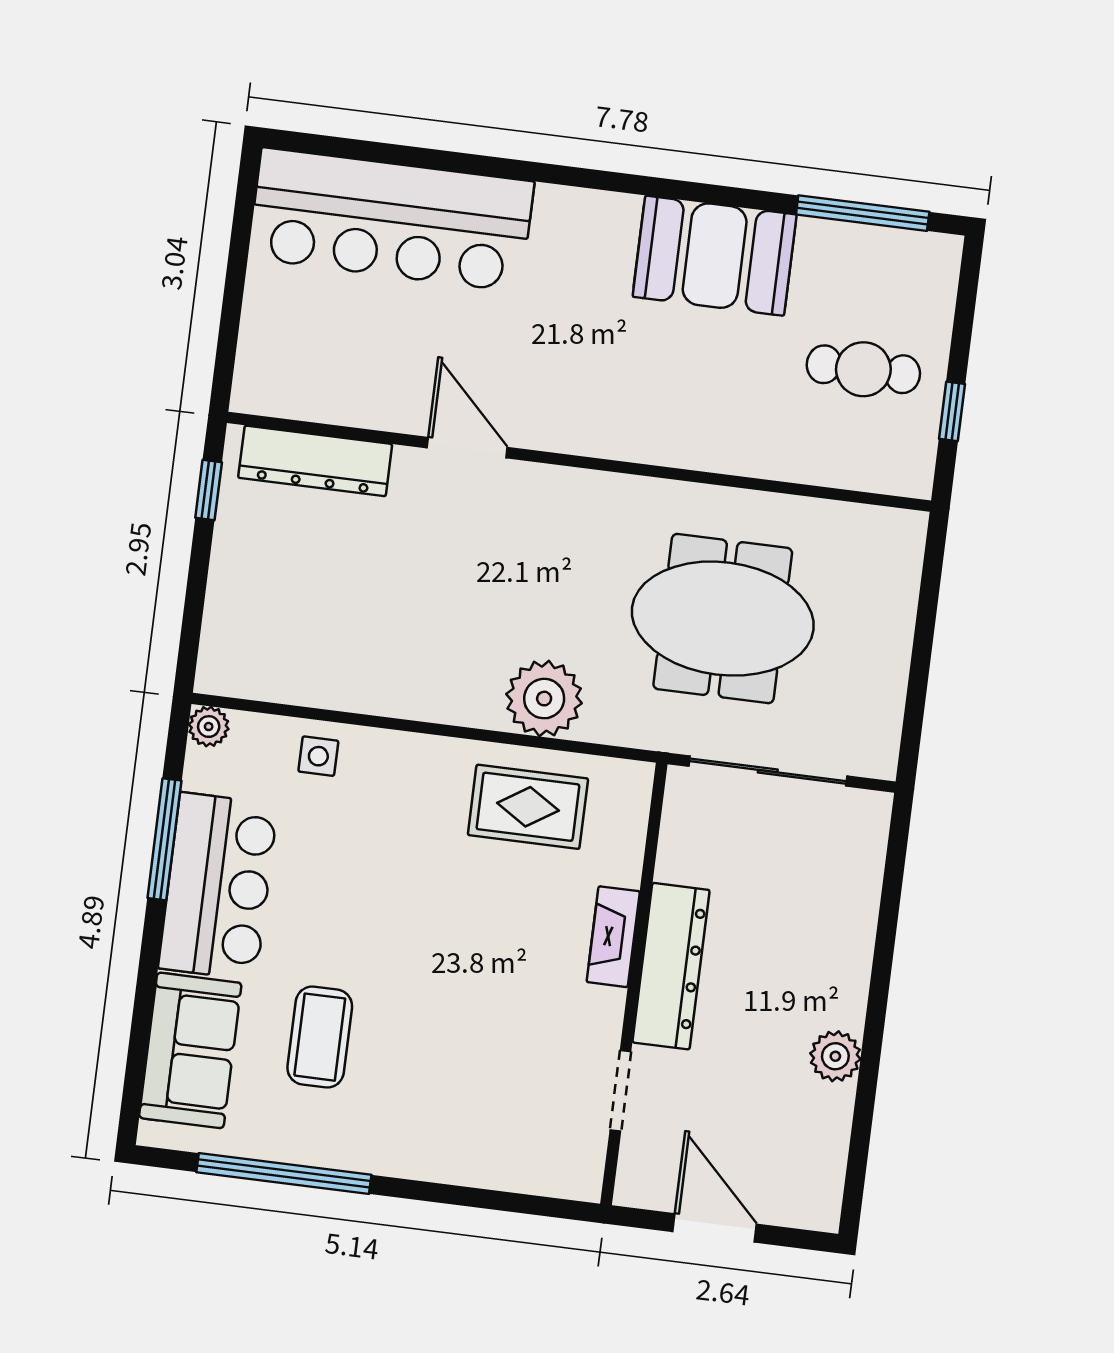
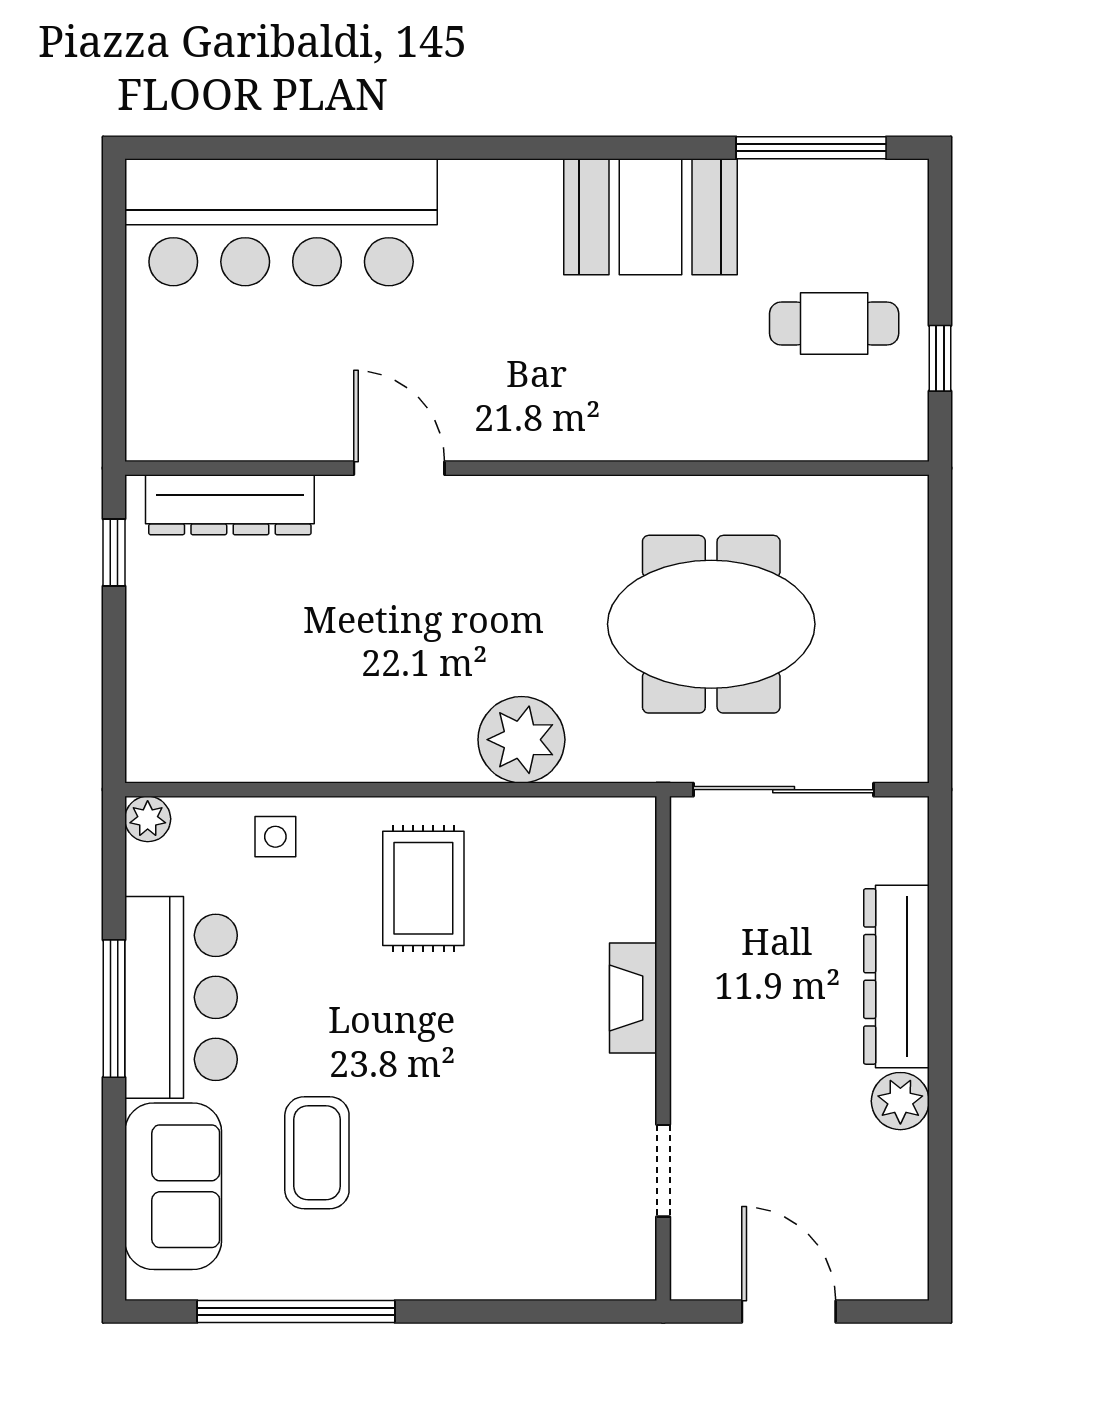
rug: (528, 807) -> (423, 888), moved, turned 90
window: (164, 839) -> (114, 1009), moved
dresser: (671, 966) -> (896, 976), moved, turned 180

